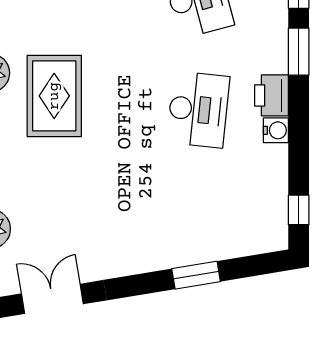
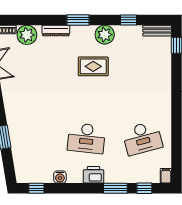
rug: (54, 96) -> (93, 66), width x0.73, depth x0.70
water cooler: (276, 130) -> (60, 177), moved

